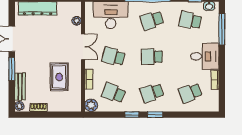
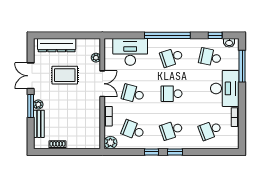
desk: (205, 56) -> (225, 88), width x1.37
rug: (59, 77) -> (65, 75), moved, turned 90
plant: (19, 106) -> (38, 105), moved

